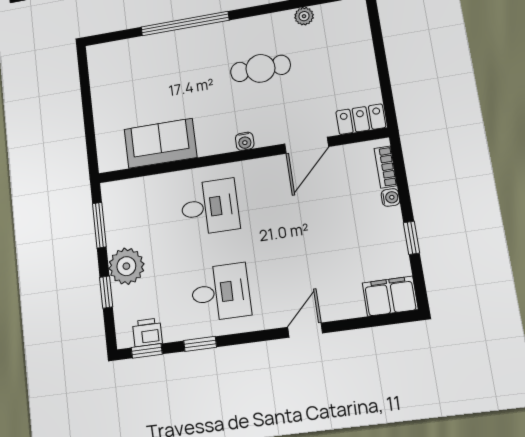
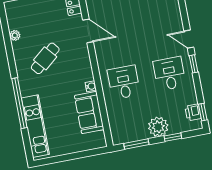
kitchen unit: (144, 50) -> (35, 126), added
cafe table: (260, 68) -> (45, 58), turned 50
water cooler: (245, 141) -> (91, 86), moved
door: (305, 330) -> (189, 39), moved
window: (200, 344) -> (194, 64), moved

